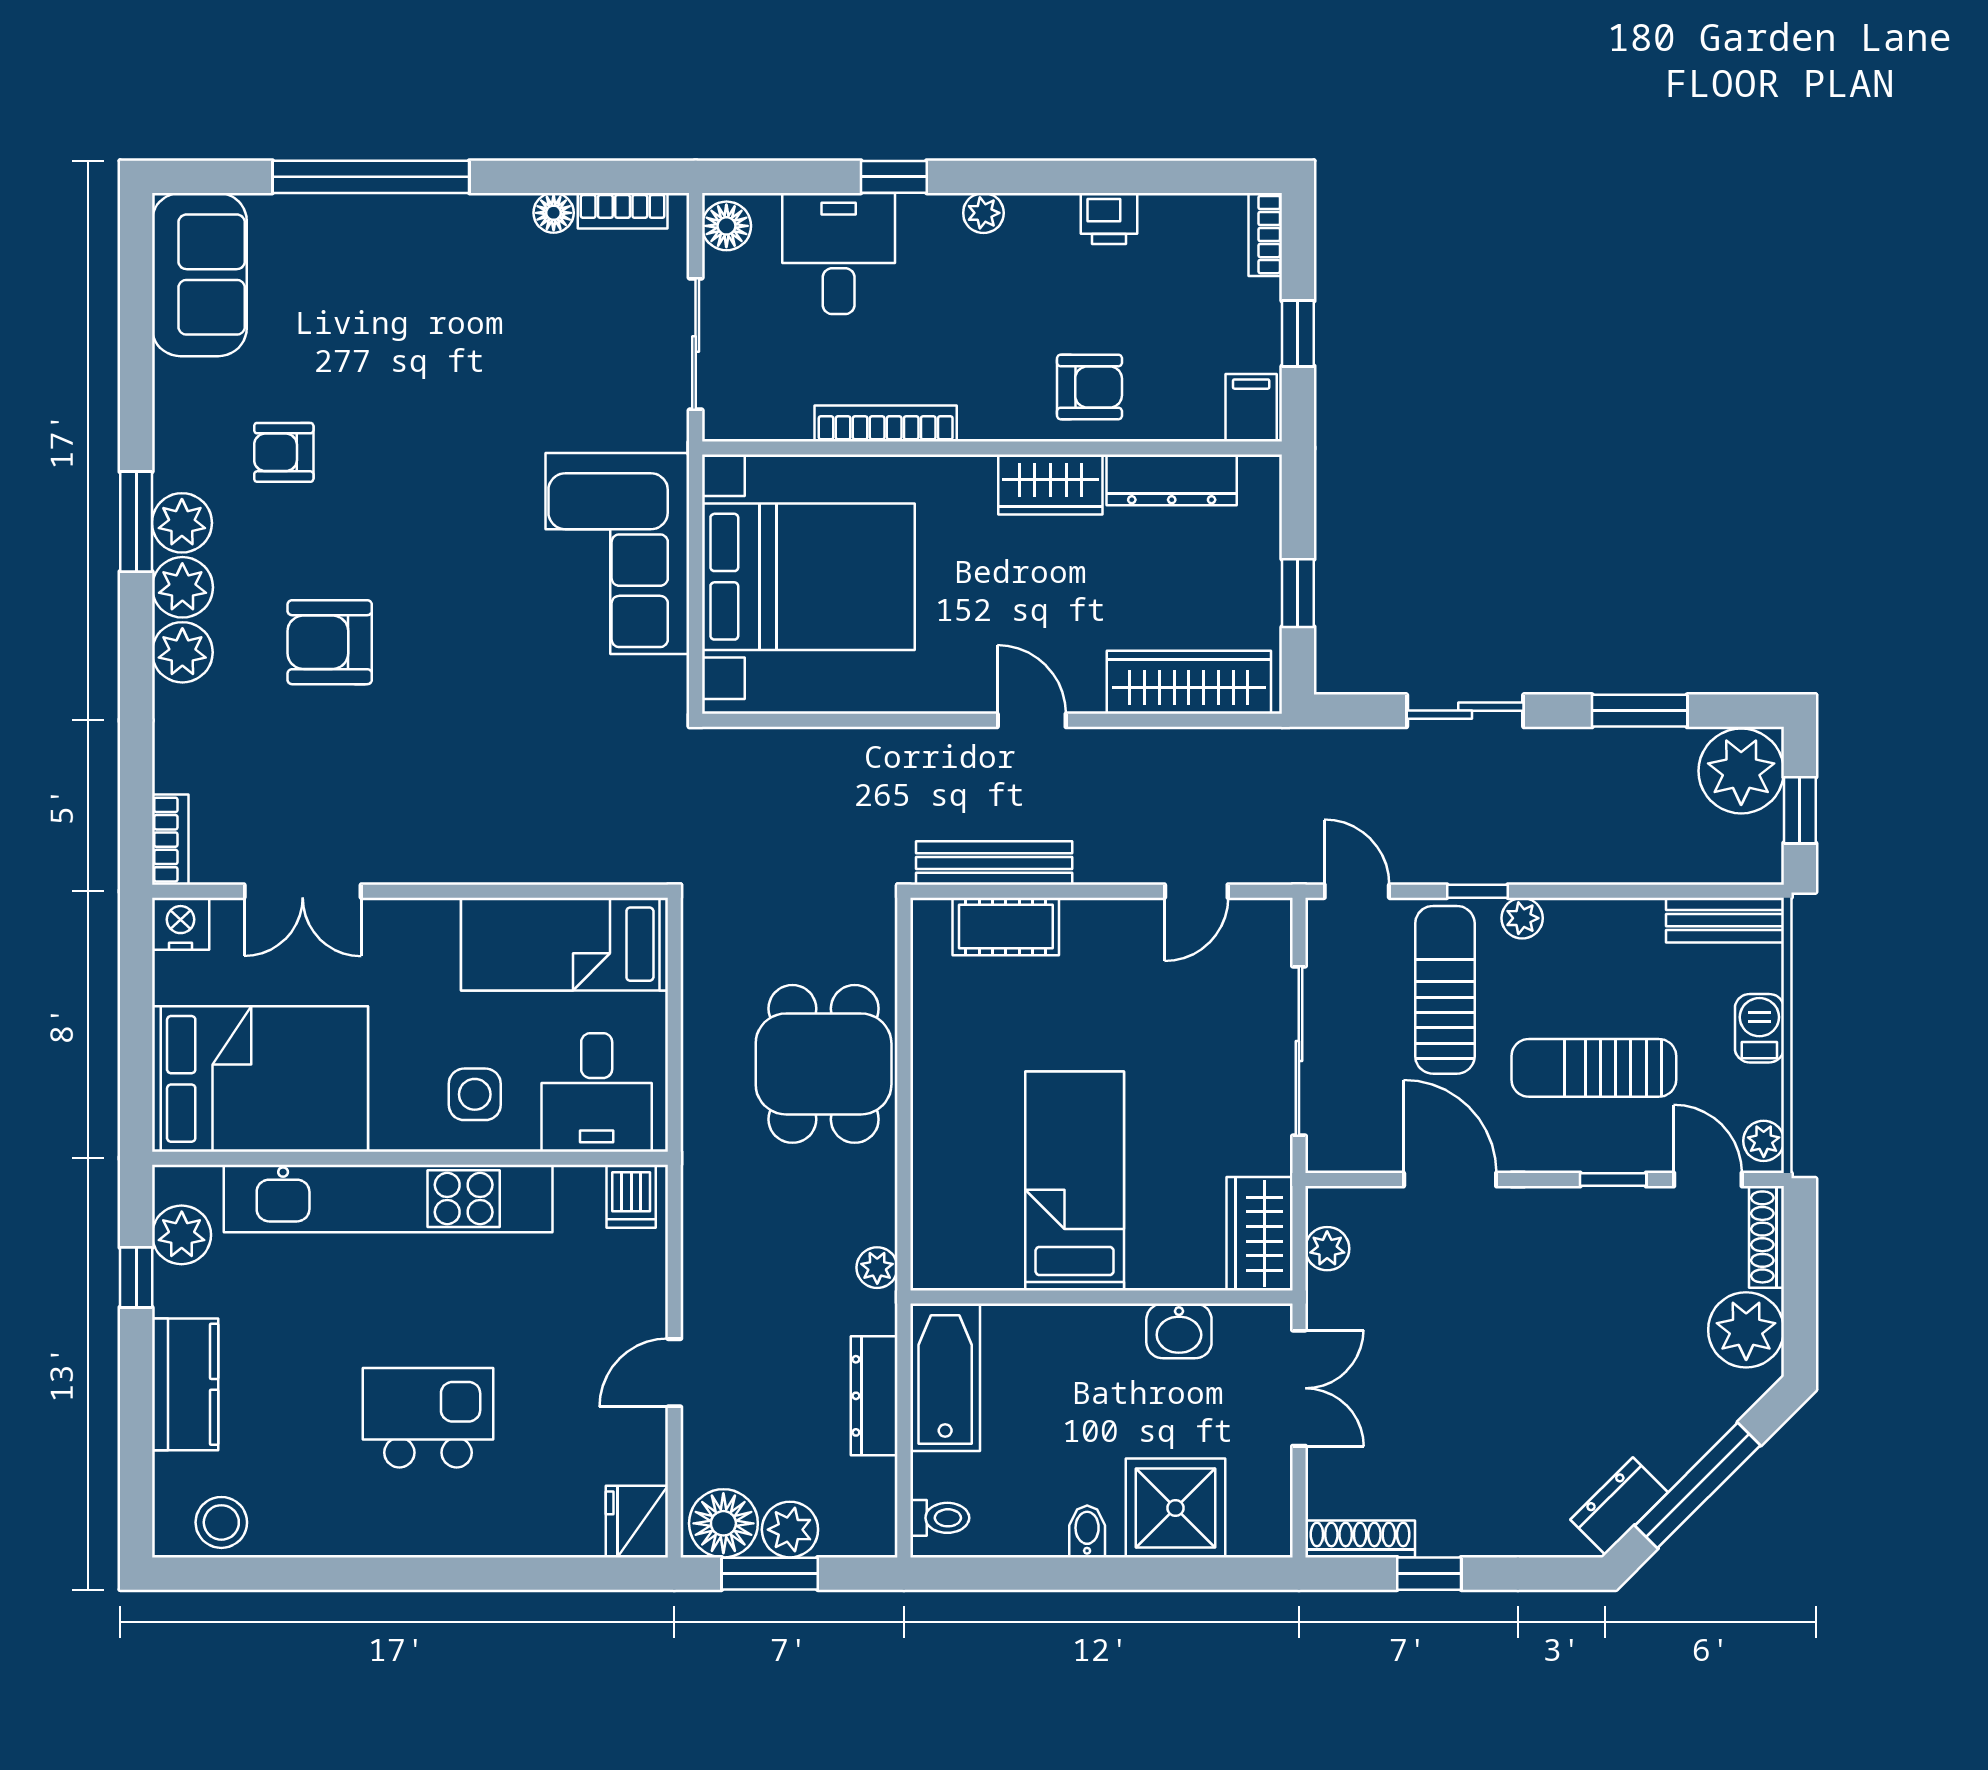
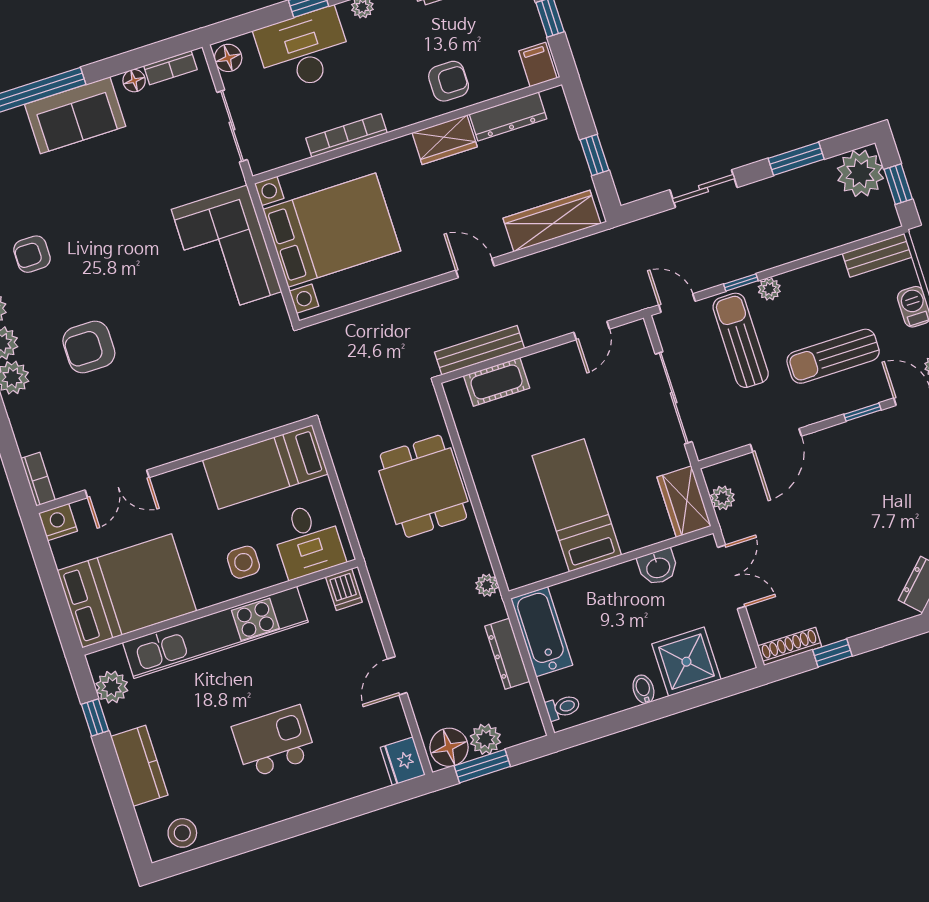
sofa: (434, 239) -> (75, 115), added
desk: (839, 254) -> (304, 50), width x1.37
door: (1450, 1180) -> (776, 440), swing flipped

